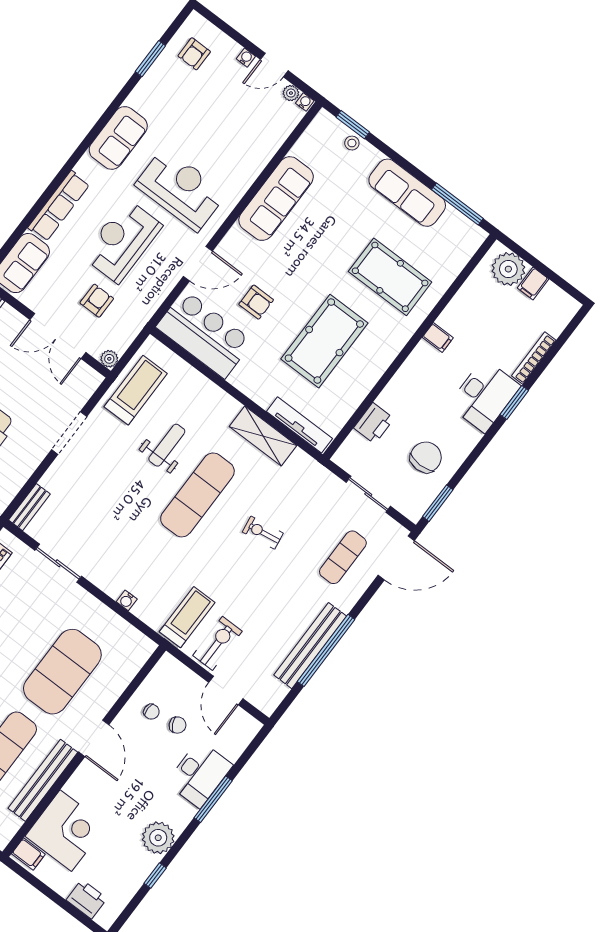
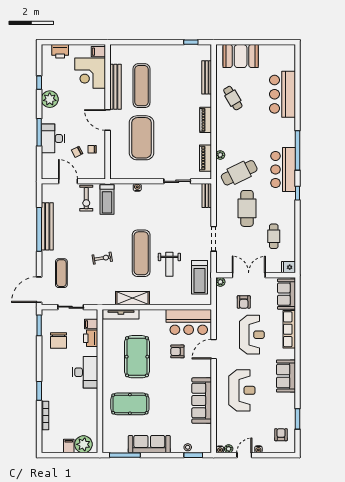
reception desk: (181, 189) -> (242, 390), moved, turned -90
filing cabinet: (438, 338) -> (91, 324), moved
desk: (484, 396) -> (85, 372), moved, turned 180

